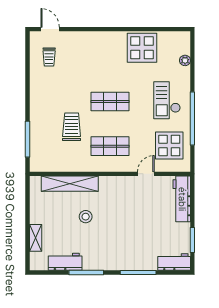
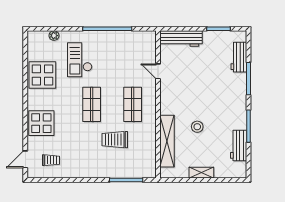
checkout: (167, 100) -> (80, 60), moved, turned 90
display table: (169, 146) -> (41, 123), moved
shelving: (36, 238) -> (201, 173), moved
workbench: (174, 262) -> (239, 57), moved

